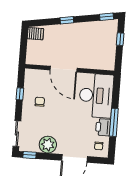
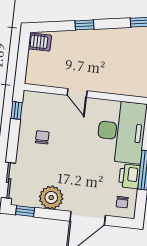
door: (63, 69) -> (77, 93), width x0.53
window: (20, 94) -> (17, 110), moved

